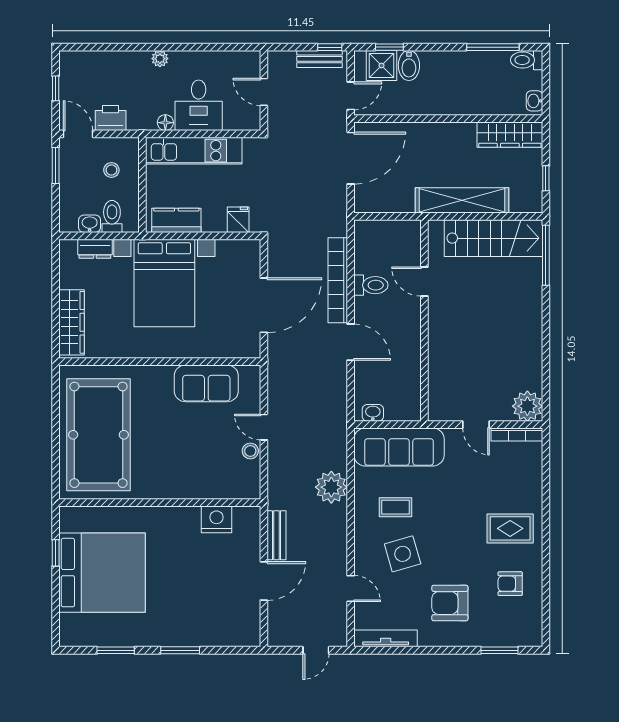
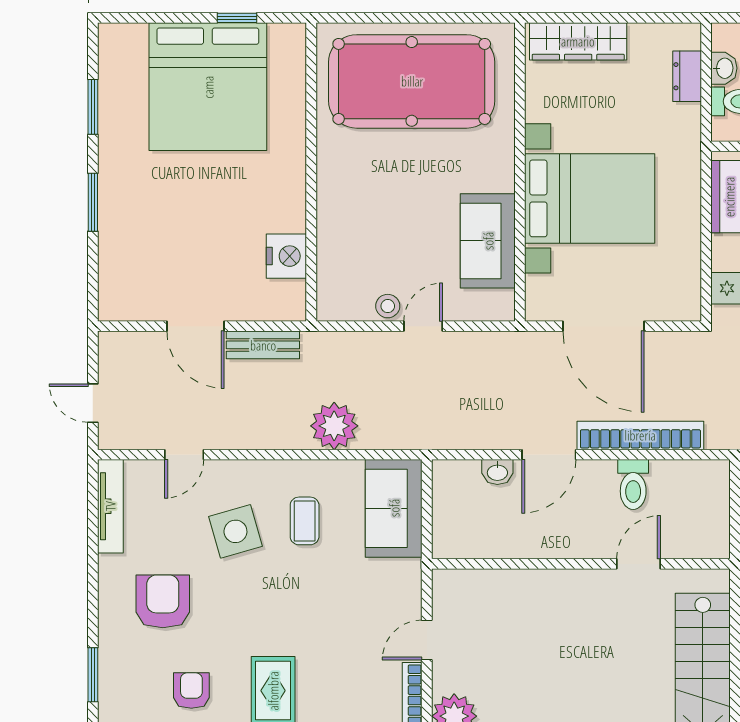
bed with nightstands: (164, 283) -> (590, 198), moved, turned 180
washbasin: (373, 413) -> (497, 472), moved, turned 90
sofa: (399, 447) -> (394, 508), width x0.73

